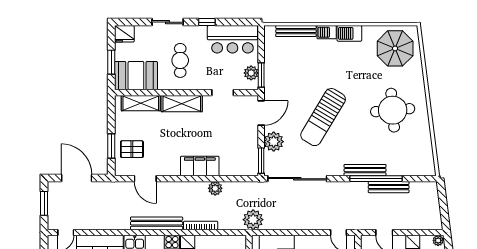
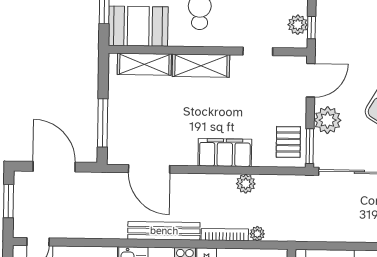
window: (261, 75) -> (311, 28), width x0.67
window: (111, 146) -> (103, 123), width x1.44
pallet: (132, 149) -> (288, 142), moved, turned 90
door: (145, 179) -> (149, 169), width x1.36
plant: (253, 220) -> (257, 234), moved, width x0.53, depth x0.53

